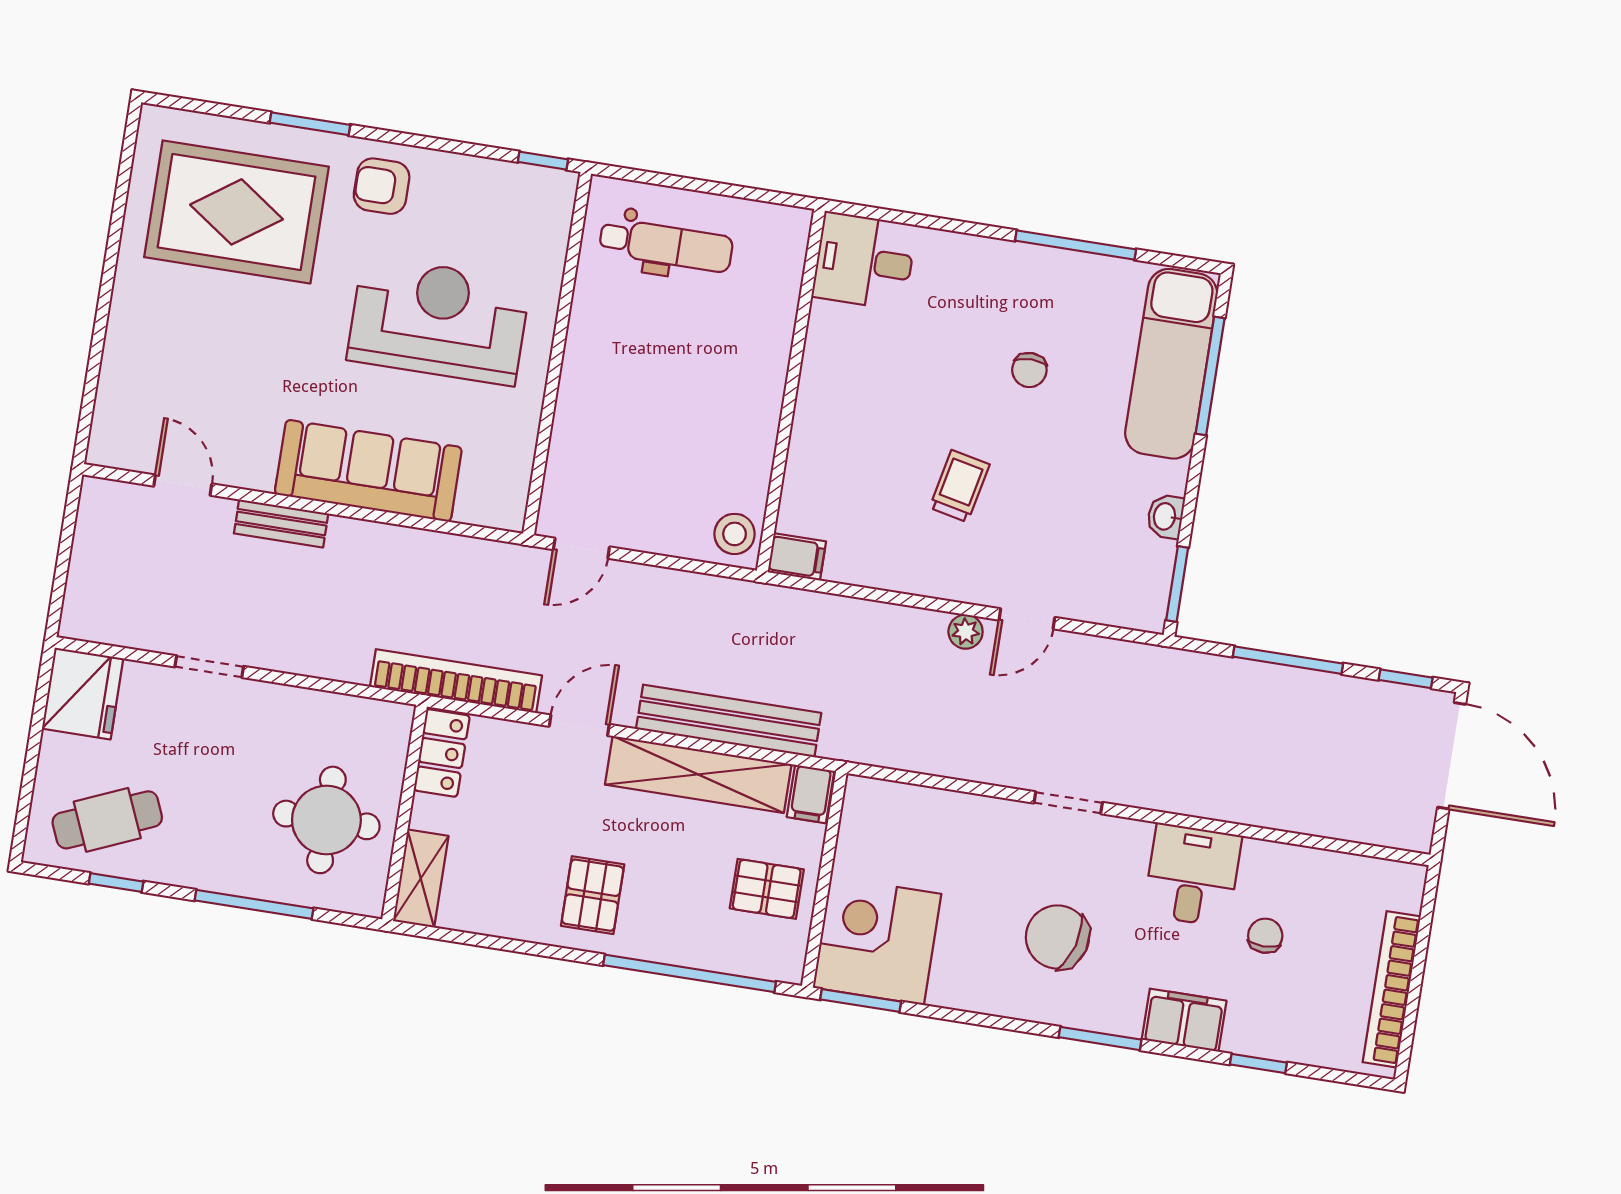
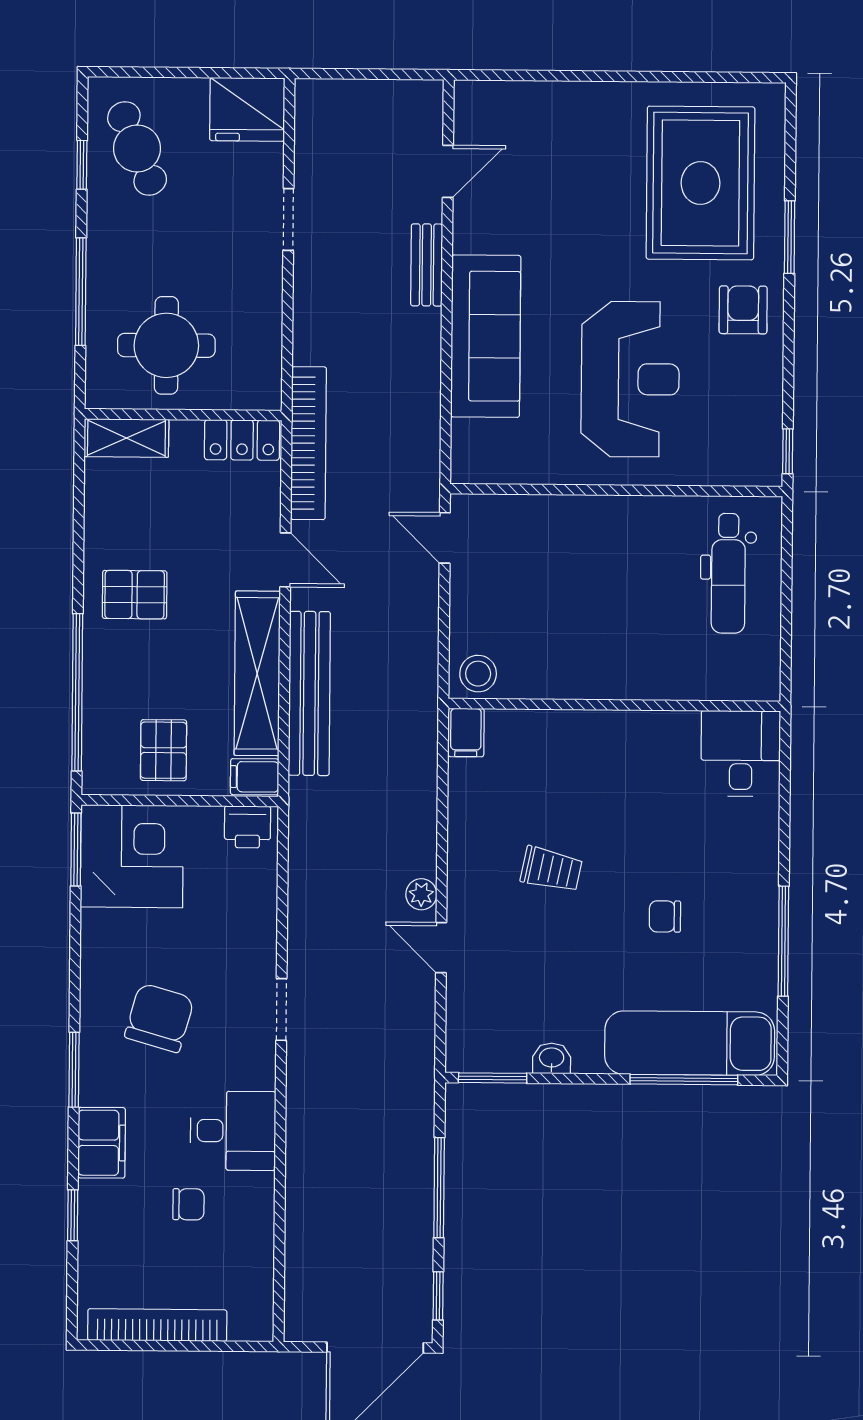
printer: (864, 810) -> (248, 827), added

